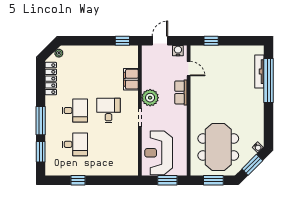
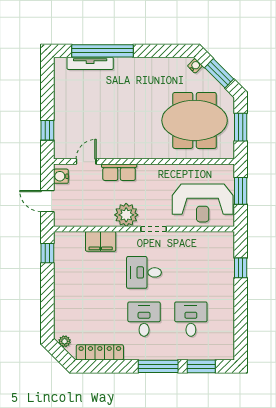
window: (78, 180) -> (241, 268), moved

